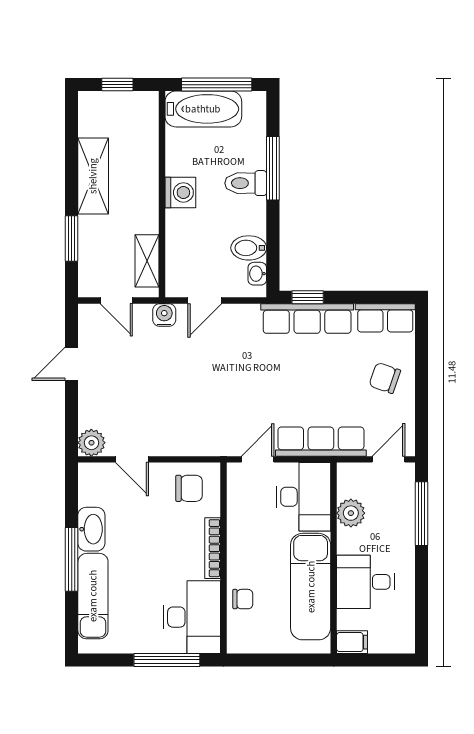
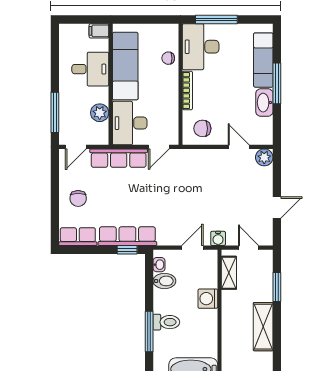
washing machine: (180, 192) -> (208, 299), moved
chair: (385, 378) -> (78, 198), turned 71

